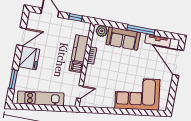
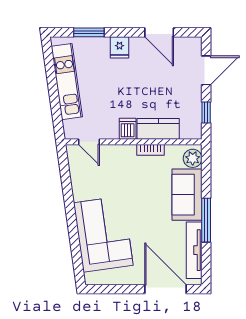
tv unit: (158, 41) -> (194, 250), width x1.41
fridge: (29, 58) -> (120, 47), width x0.53, depth x0.75
door: (178, 63) -> (165, 289), hinge flipped

